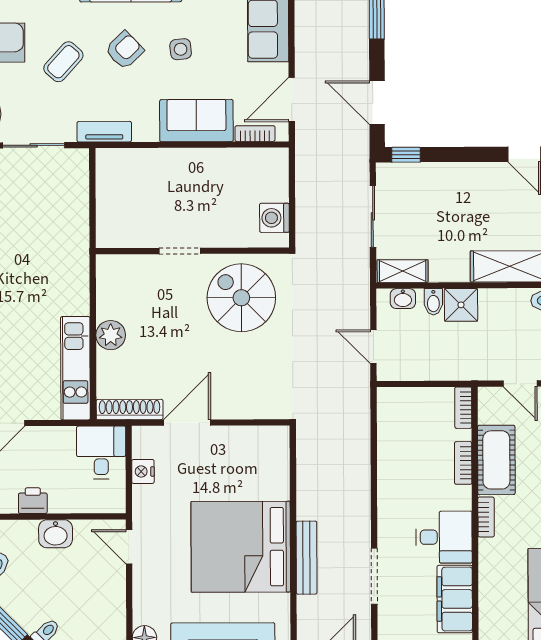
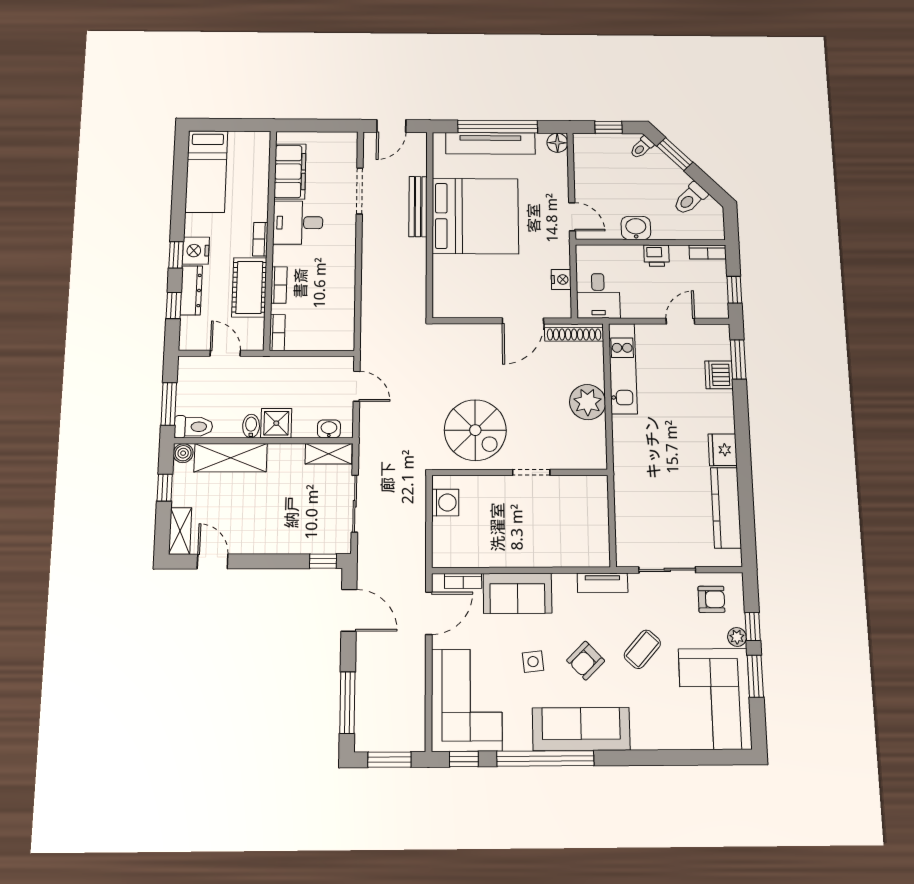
bidet: (433, 302) -> (251, 426), moved
plant: (111, 335) -> (588, 402), width x1.36, depth x1.36

